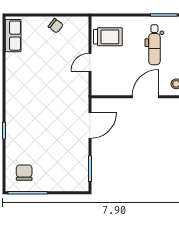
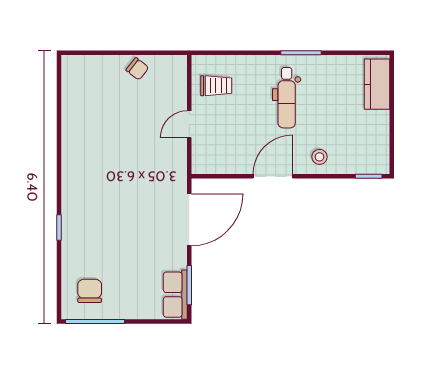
row of seats: (13, 36) -> (175, 295), moved, turned 180
trolley: (108, 37) -> (216, 86), width x0.73, depth x0.72
door: (90, 125) -> (189, 220), width x1.36

